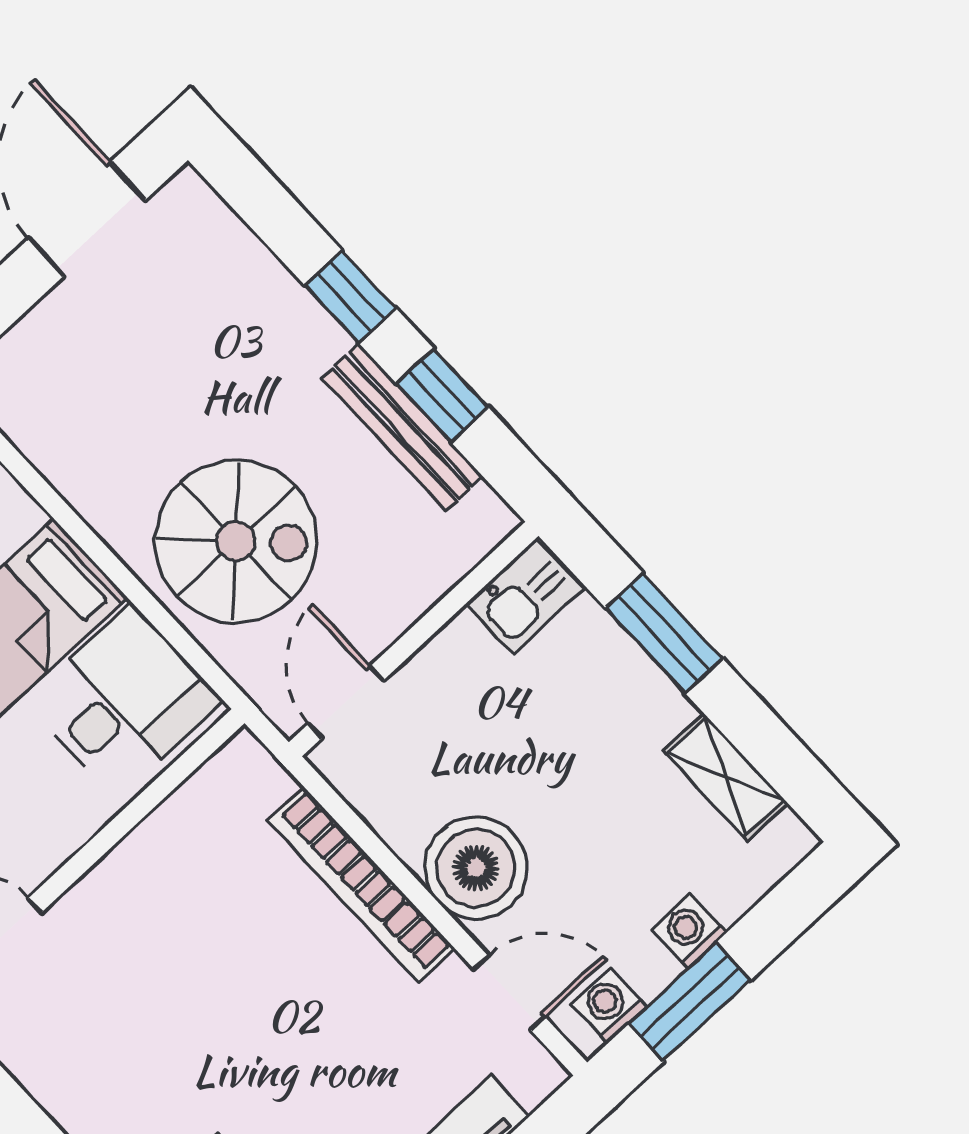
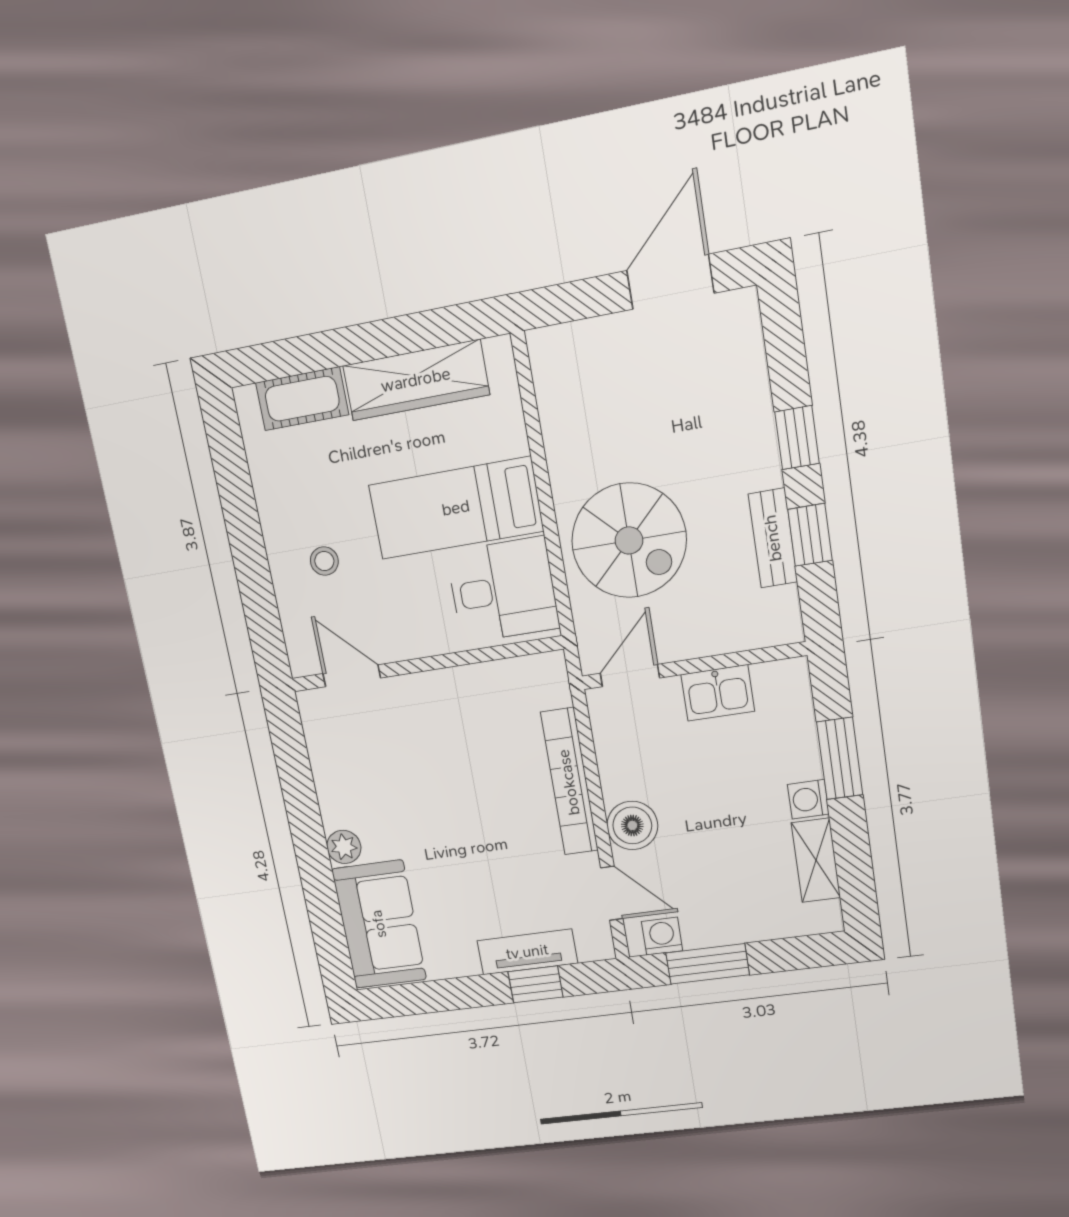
bench: (402, 427) -> (773, 538), width x0.73
kitchen sink: (525, 596) -> (718, 693), moved
boiler: (476, 868) -> (632, 825), width x0.73, depth x0.73
washing machine: (689, 931) -> (808, 799), moved, turned -90

